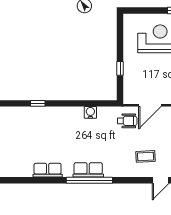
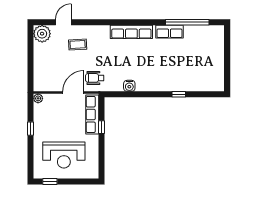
row of seats: (130, 82) -> (92, 114), added
row of seats: (88, 170) -> (131, 32), width x1.48
window: (89, 180) -> (187, 22), moved

